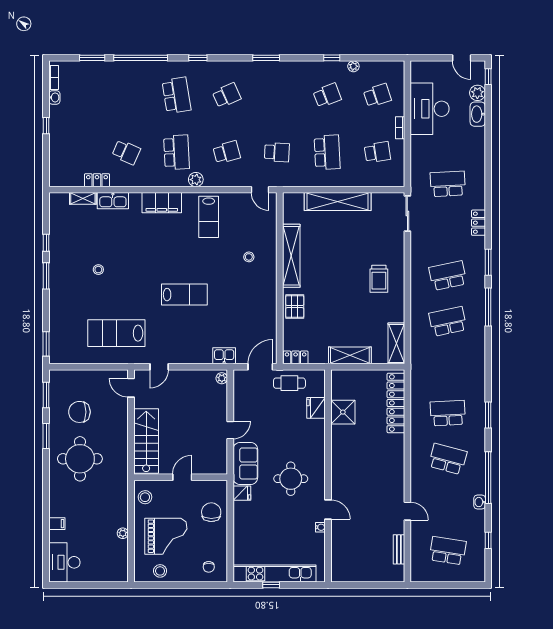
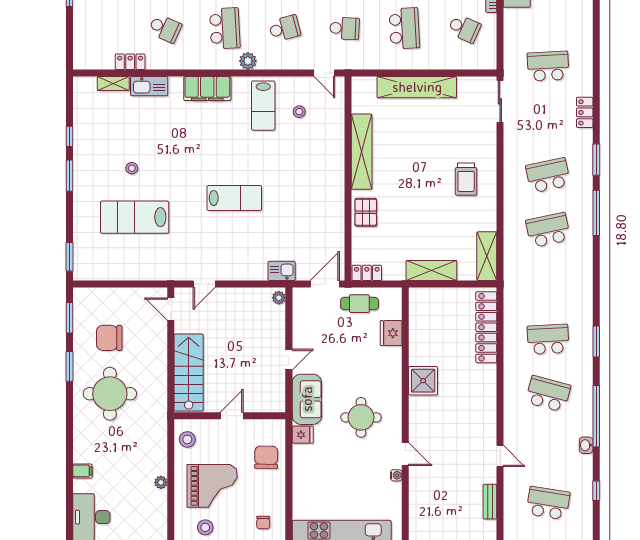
school desk: (377, 152) -> (464, 28), turned 33
stool: (249, 257) -> (299, 112), moved
lab bench: (116, 333) -> (135, 217), moved
shower: (343, 412) -> (423, 381), moved

